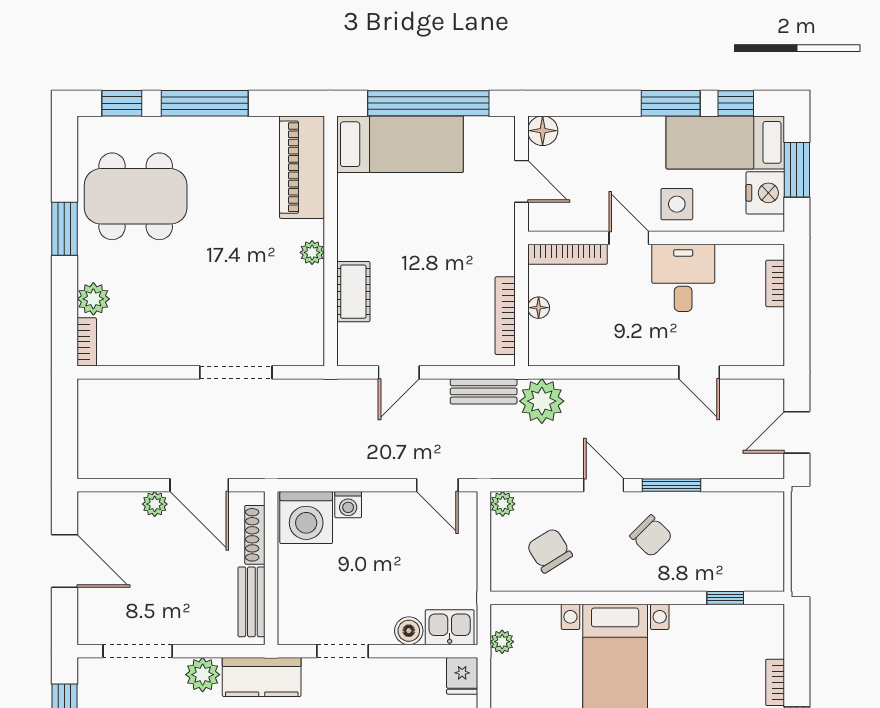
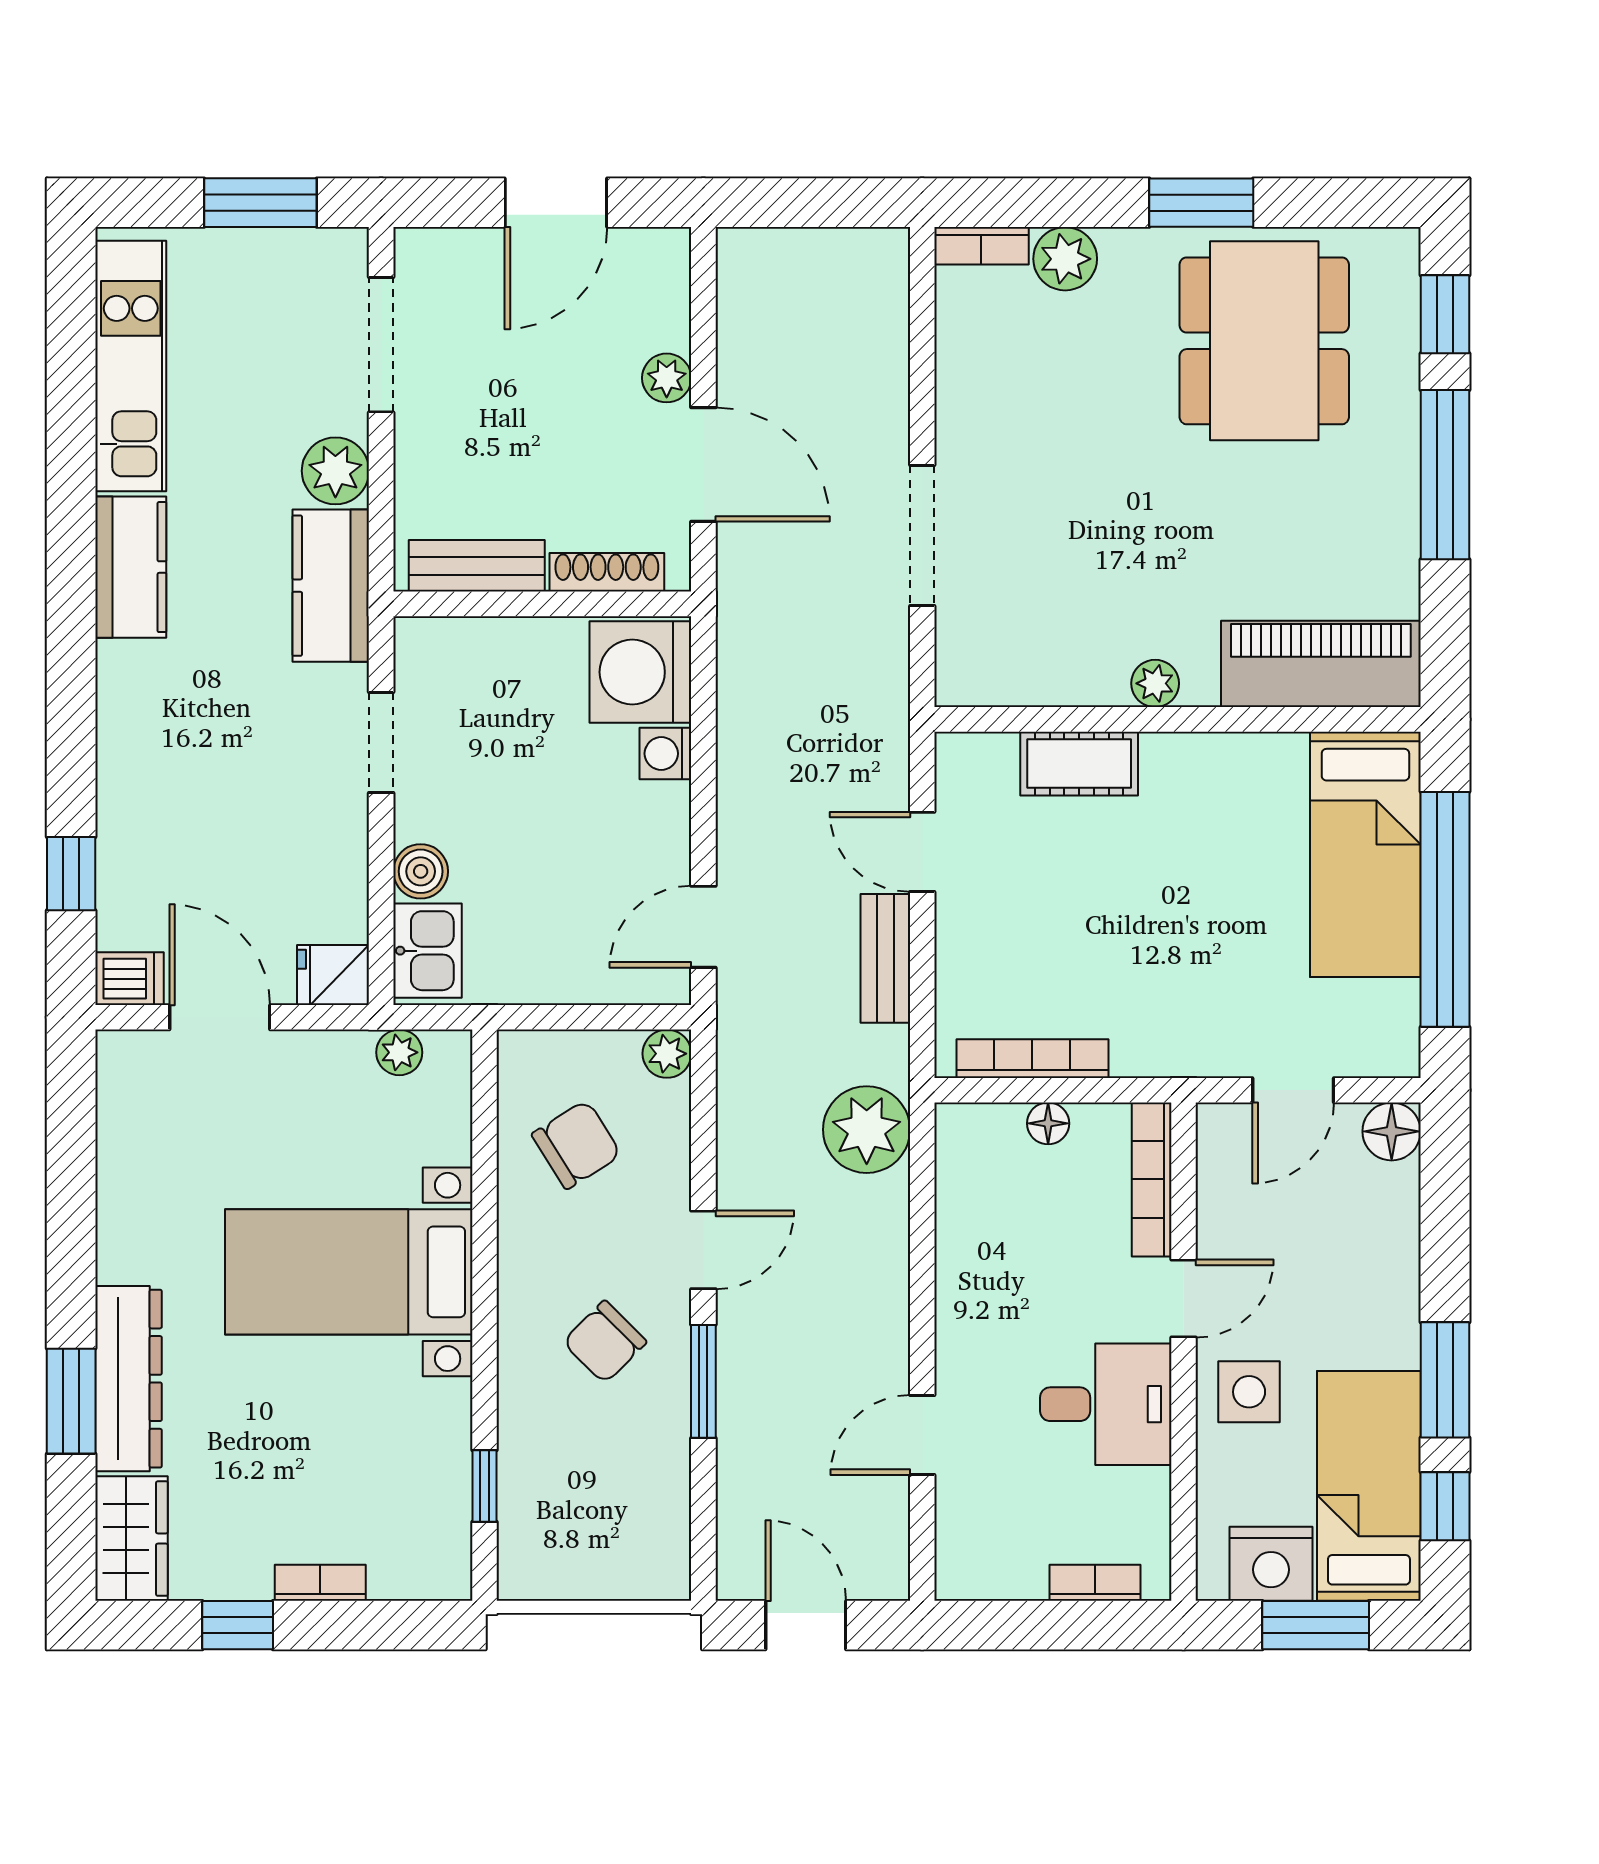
bench: (484, 391) -> (885, 958), moved
door: (199, 485) -> (703, 464), swing flipped

